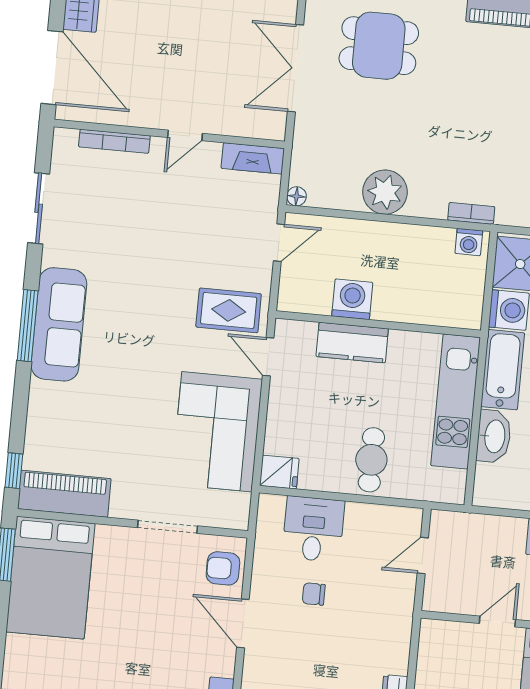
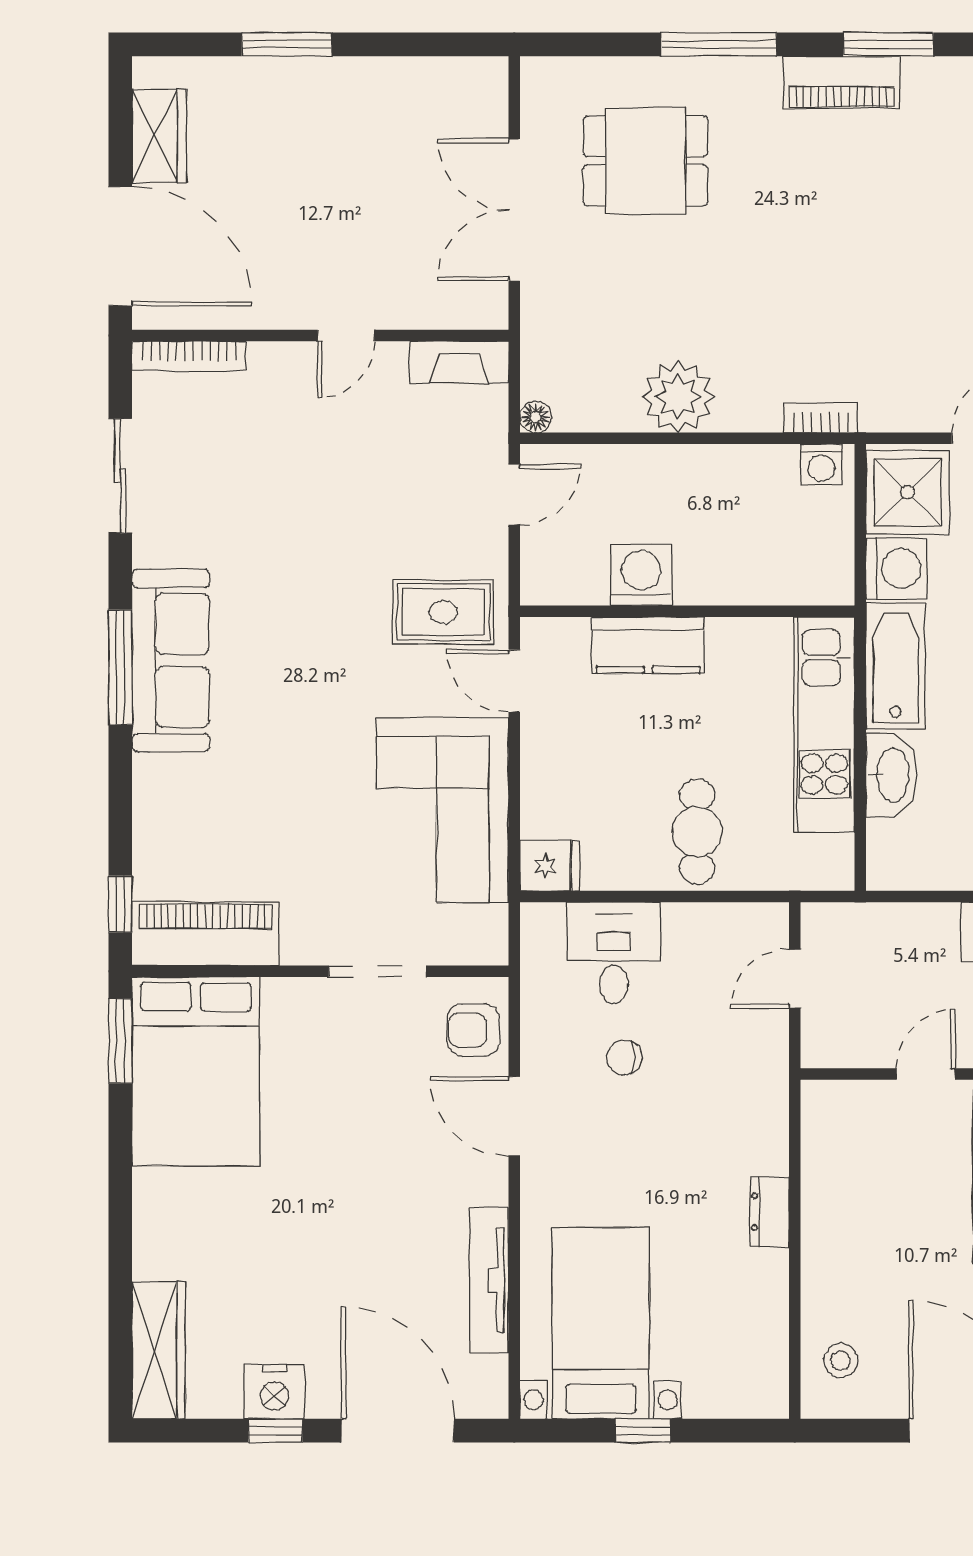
bookcase: (114, 141) -> (189, 356), moved

